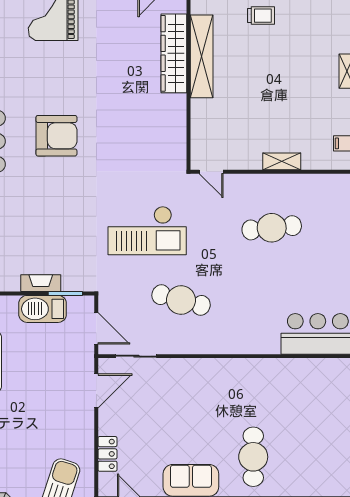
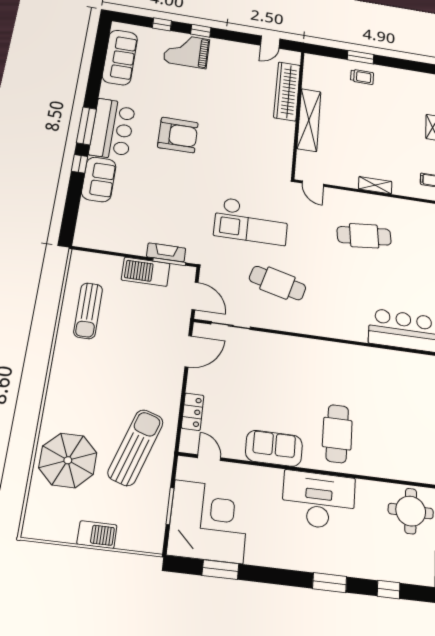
shelving: (202, 56) -> (309, 120), moved
fireplace: (41, 283) -> (166, 252), moved

